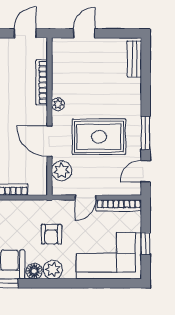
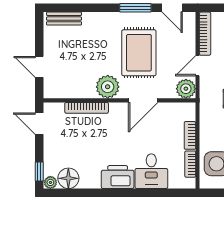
plant: (58, 104) -> (108, 87), width x1.87, depth x1.87
plant: (62, 171) -> (186, 89), moved
door: (85, 198) -> (197, 66), swing flipped

